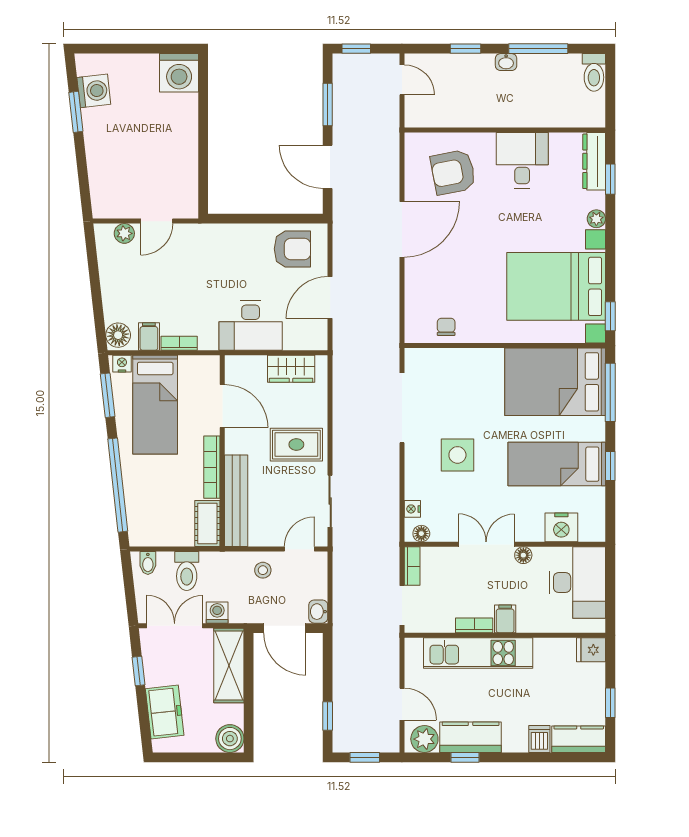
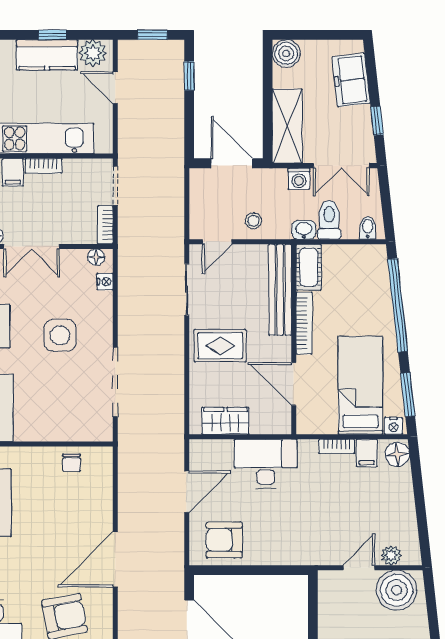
boiler: (119, 198) -> (397, 590), added
washbasin: (318, 612) -> (304, 230), moved, turned -90

